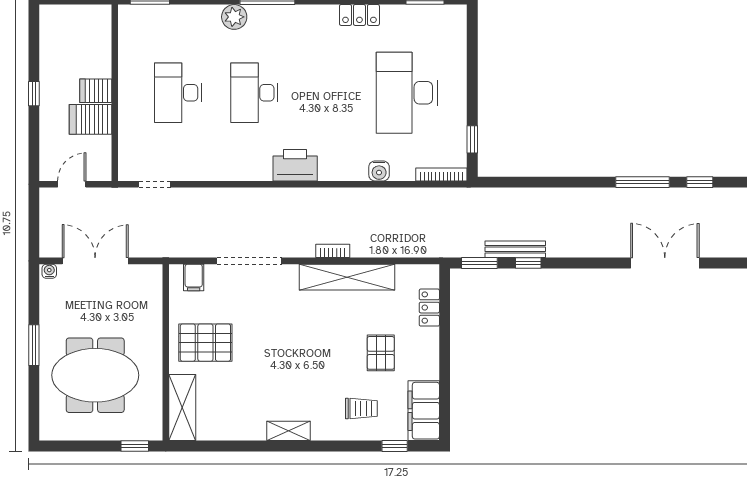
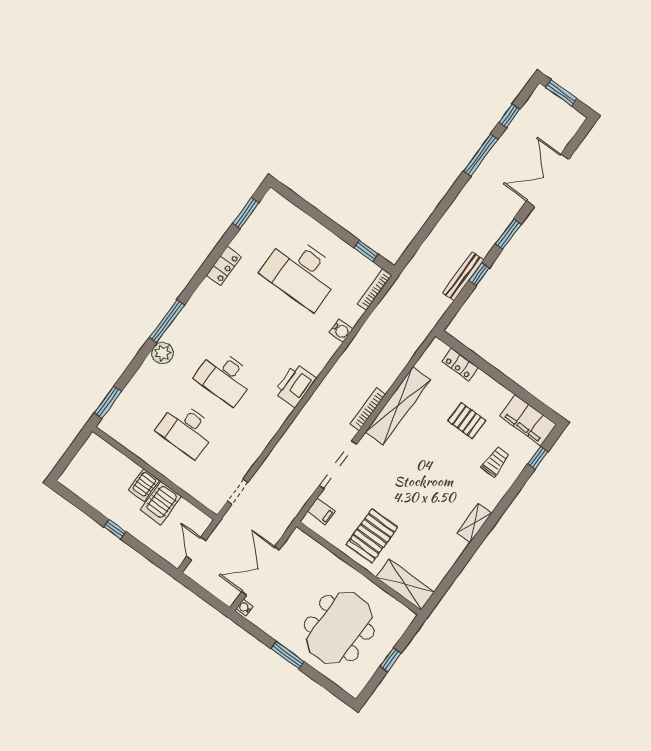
bookcase: (333, 251) -> (368, 409), width x1.56
window: (479, 263) -> (508, 234), moved
window: (135, 446) -> (391, 660), moved

